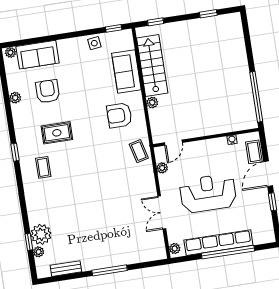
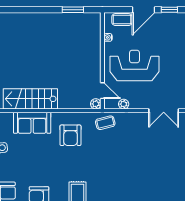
window: (256, 97) -> (73, 10), width x0.47
plant: (152, 102) -> (96, 104), moved
door: (268, 174) -> (144, 10), hinge flipped
reception desk: (208, 193) -> (135, 65), moved, turned 90

